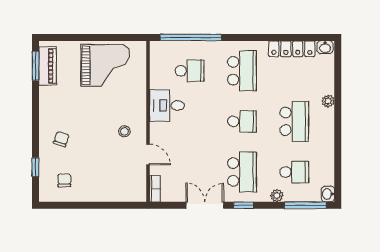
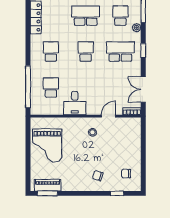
grand piano: (105, 65) -> (47, 145), turned 180
school desk: (242, 71) -> (51, 52), width x0.54
double door: (205, 205) -> (143, 89), moved

